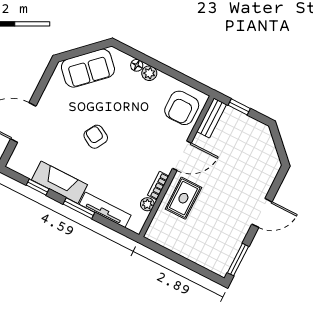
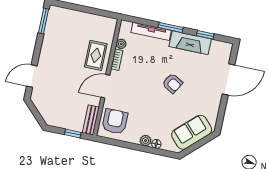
door: (262, 213) -> (32, 76), moved

